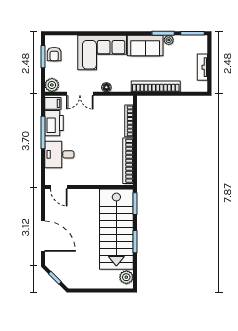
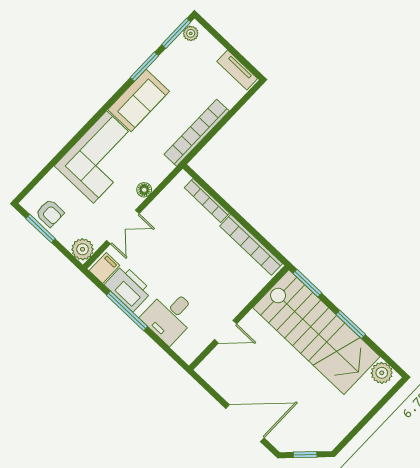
plant: (169, 40) -> (191, 33), moved
tv unit: (202, 67) -> (237, 70), moved
door: (59, 187) -> (226, 332), moved

